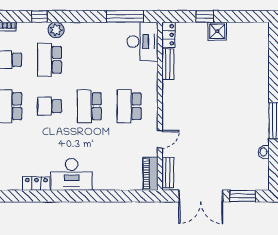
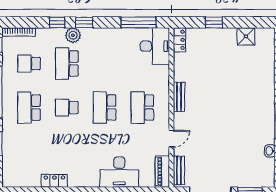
window: (68, 16) -> (84, 22), added
shower: (217, 31) -> (246, 36), moved
bench: (168, 64) -> (179, 97), moved
desk: (72, 174) -> (119, 172), moved

